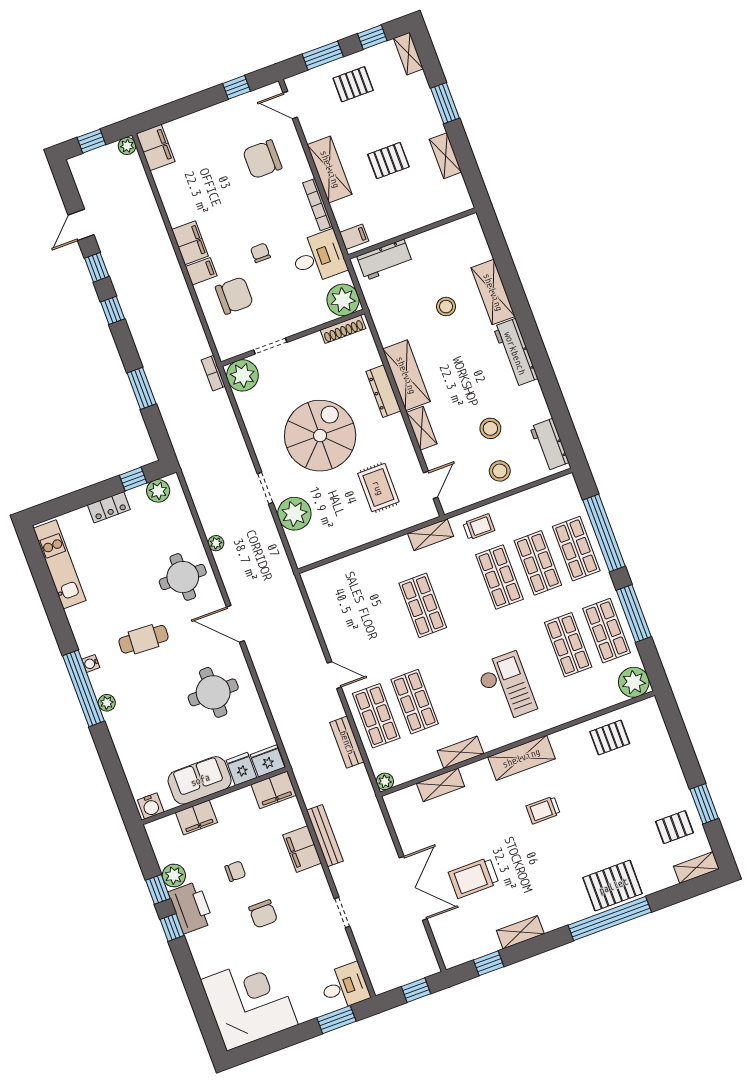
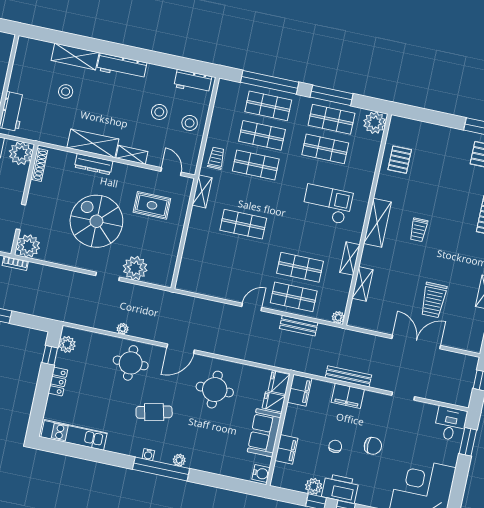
cafe table: (143, 639) -> (154, 412), turned 74

